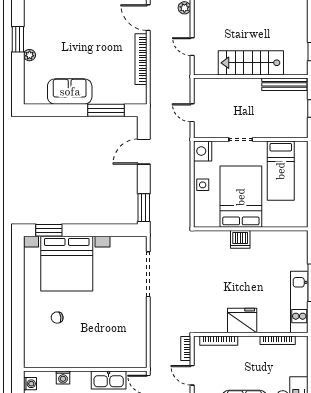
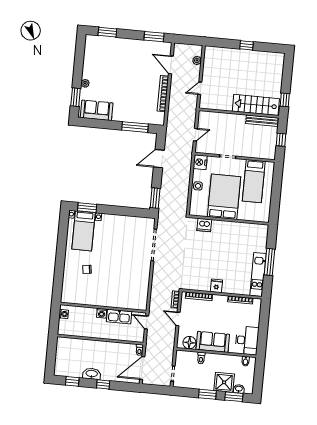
window: (18, 39) -> (76, 97), moved
door: (192, 47) -> (200, 88), hinge flipped
stairs: (251, 63) -> (256, 105), moved
sofa: (70, 92) -> (97, 110), moved
door: (192, 113) -> (195, 135), swing flipped
dishwasher: (240, 239) -> (204, 225), moved
bed with nightstands: (67, 264) -> (83, 231), width x0.54
fridge: (242, 320) -> (216, 286), width x0.53, depth x0.75
washing machine: (63, 378) -> (102, 313), moved

